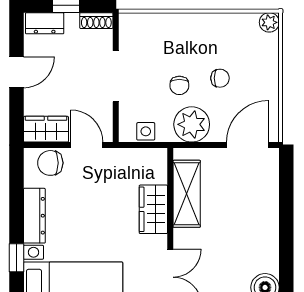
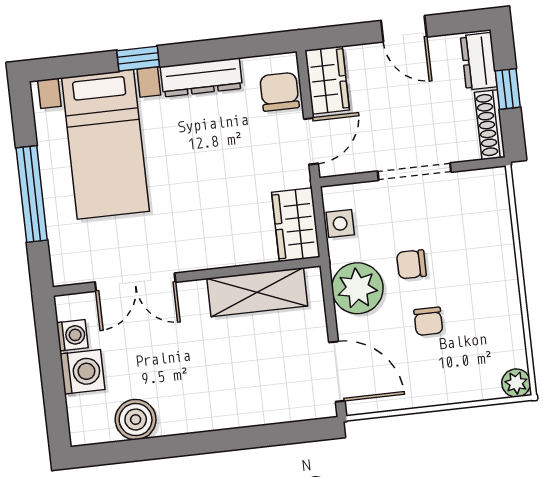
shoe rack: (96, 21) -> (490, 125), width x1.43
wardrobe: (153, 209) -> (296, 225), moved, turned -90

